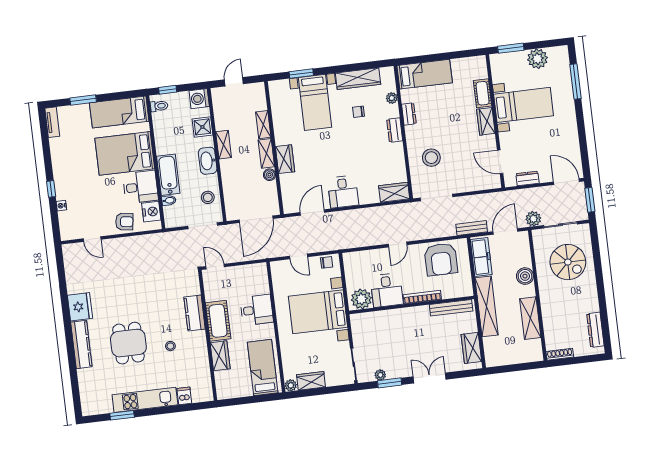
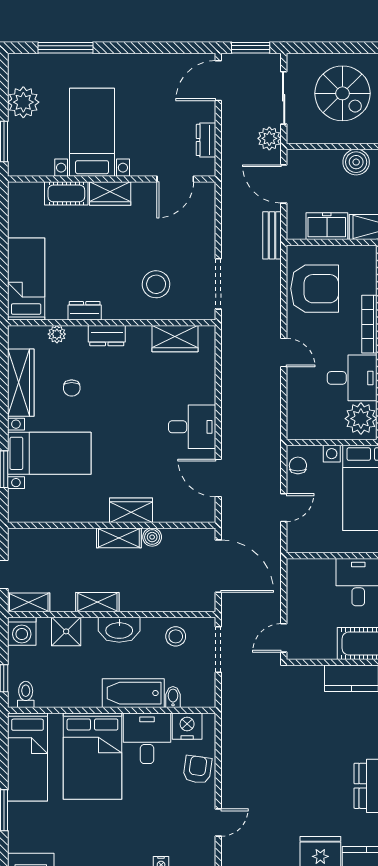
shelving: (263, 125) -> (29, 602), moved
wardrobe: (394, 192) -> (175, 339), moved, turned -90
freezer: (481, 257) -> (327, 226), width x0.71
spiral stairs: (568, 262) -> (342, 93), turned 90

